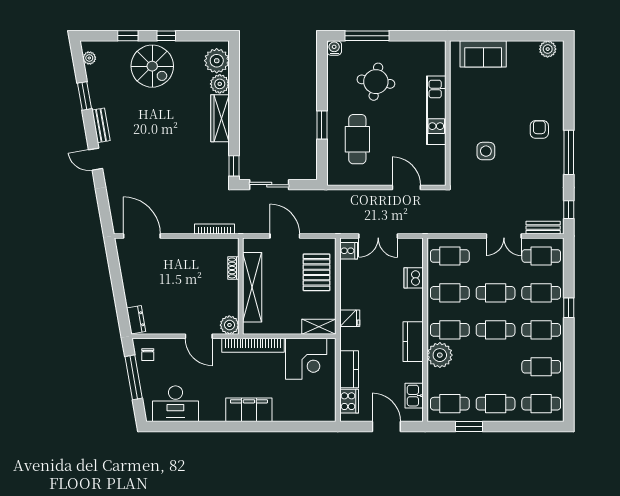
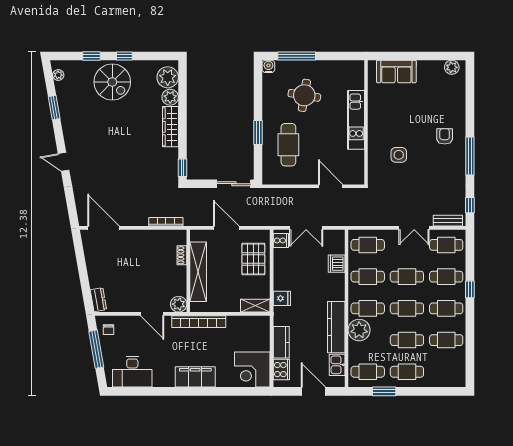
bench: (101, 125) -> (68, 133), removed
sliding door: (269, 185) -> (234, 184), moved
kitchen counter: (413, 342) -> (336, 327), width x1.50
corner desk: (306, 359) -> (252, 370), moved, turned 90
cafe table: (541, 404) -> (407, 340), moved

